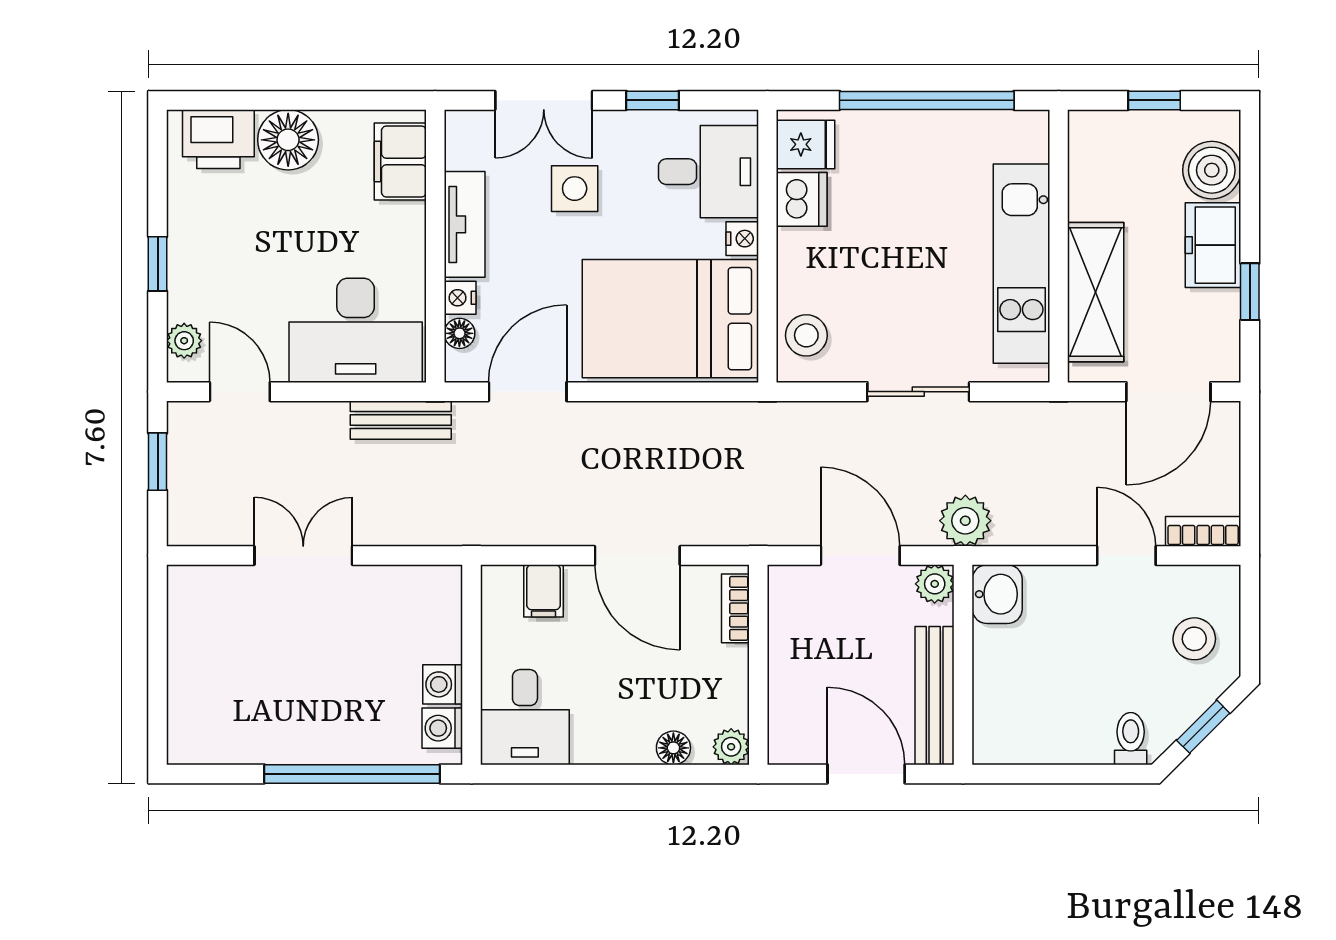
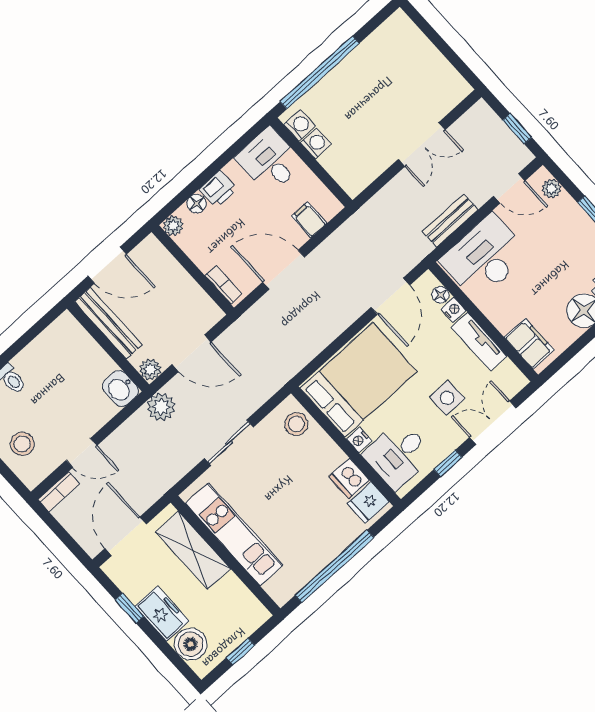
bench: (401, 420) -> (450, 221), moved
printer: (627, 741) -> (218, 189), added

